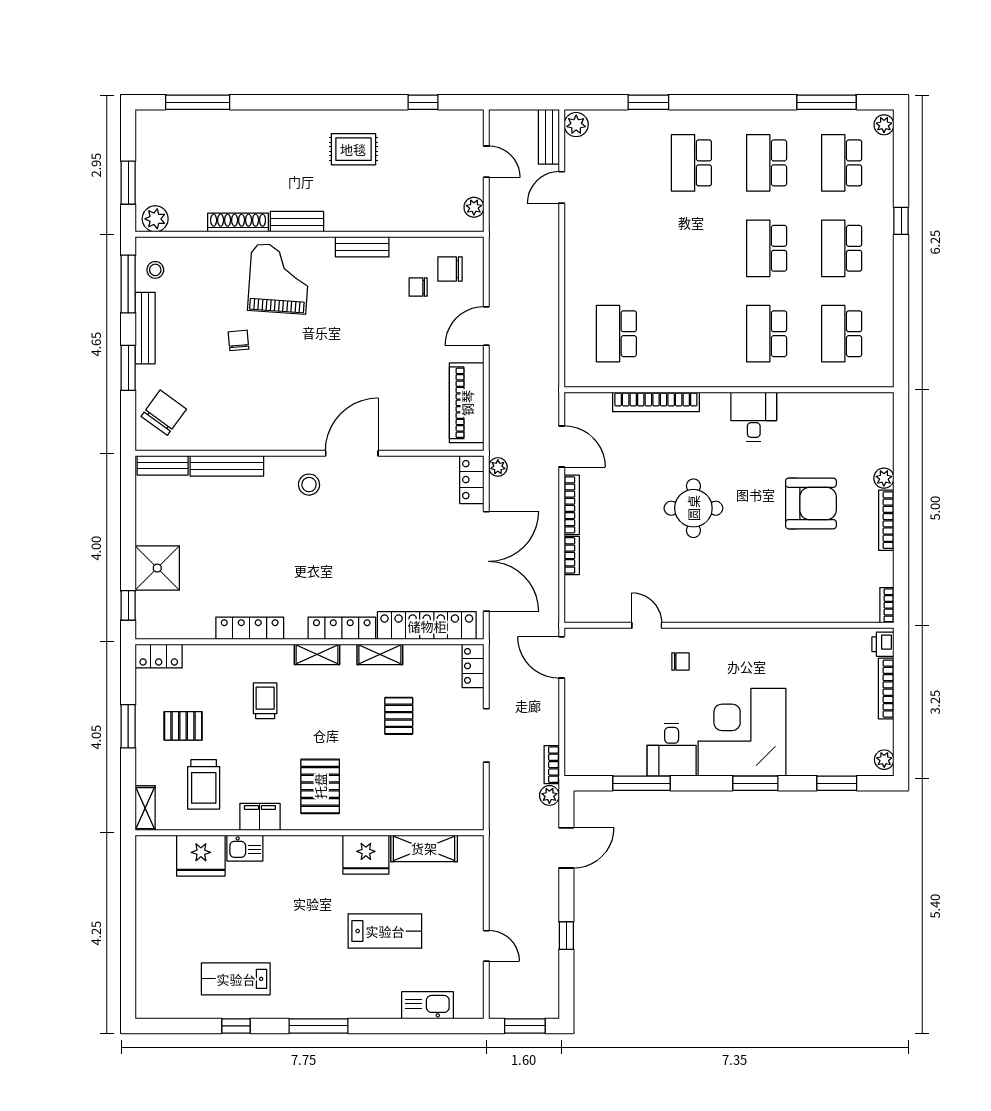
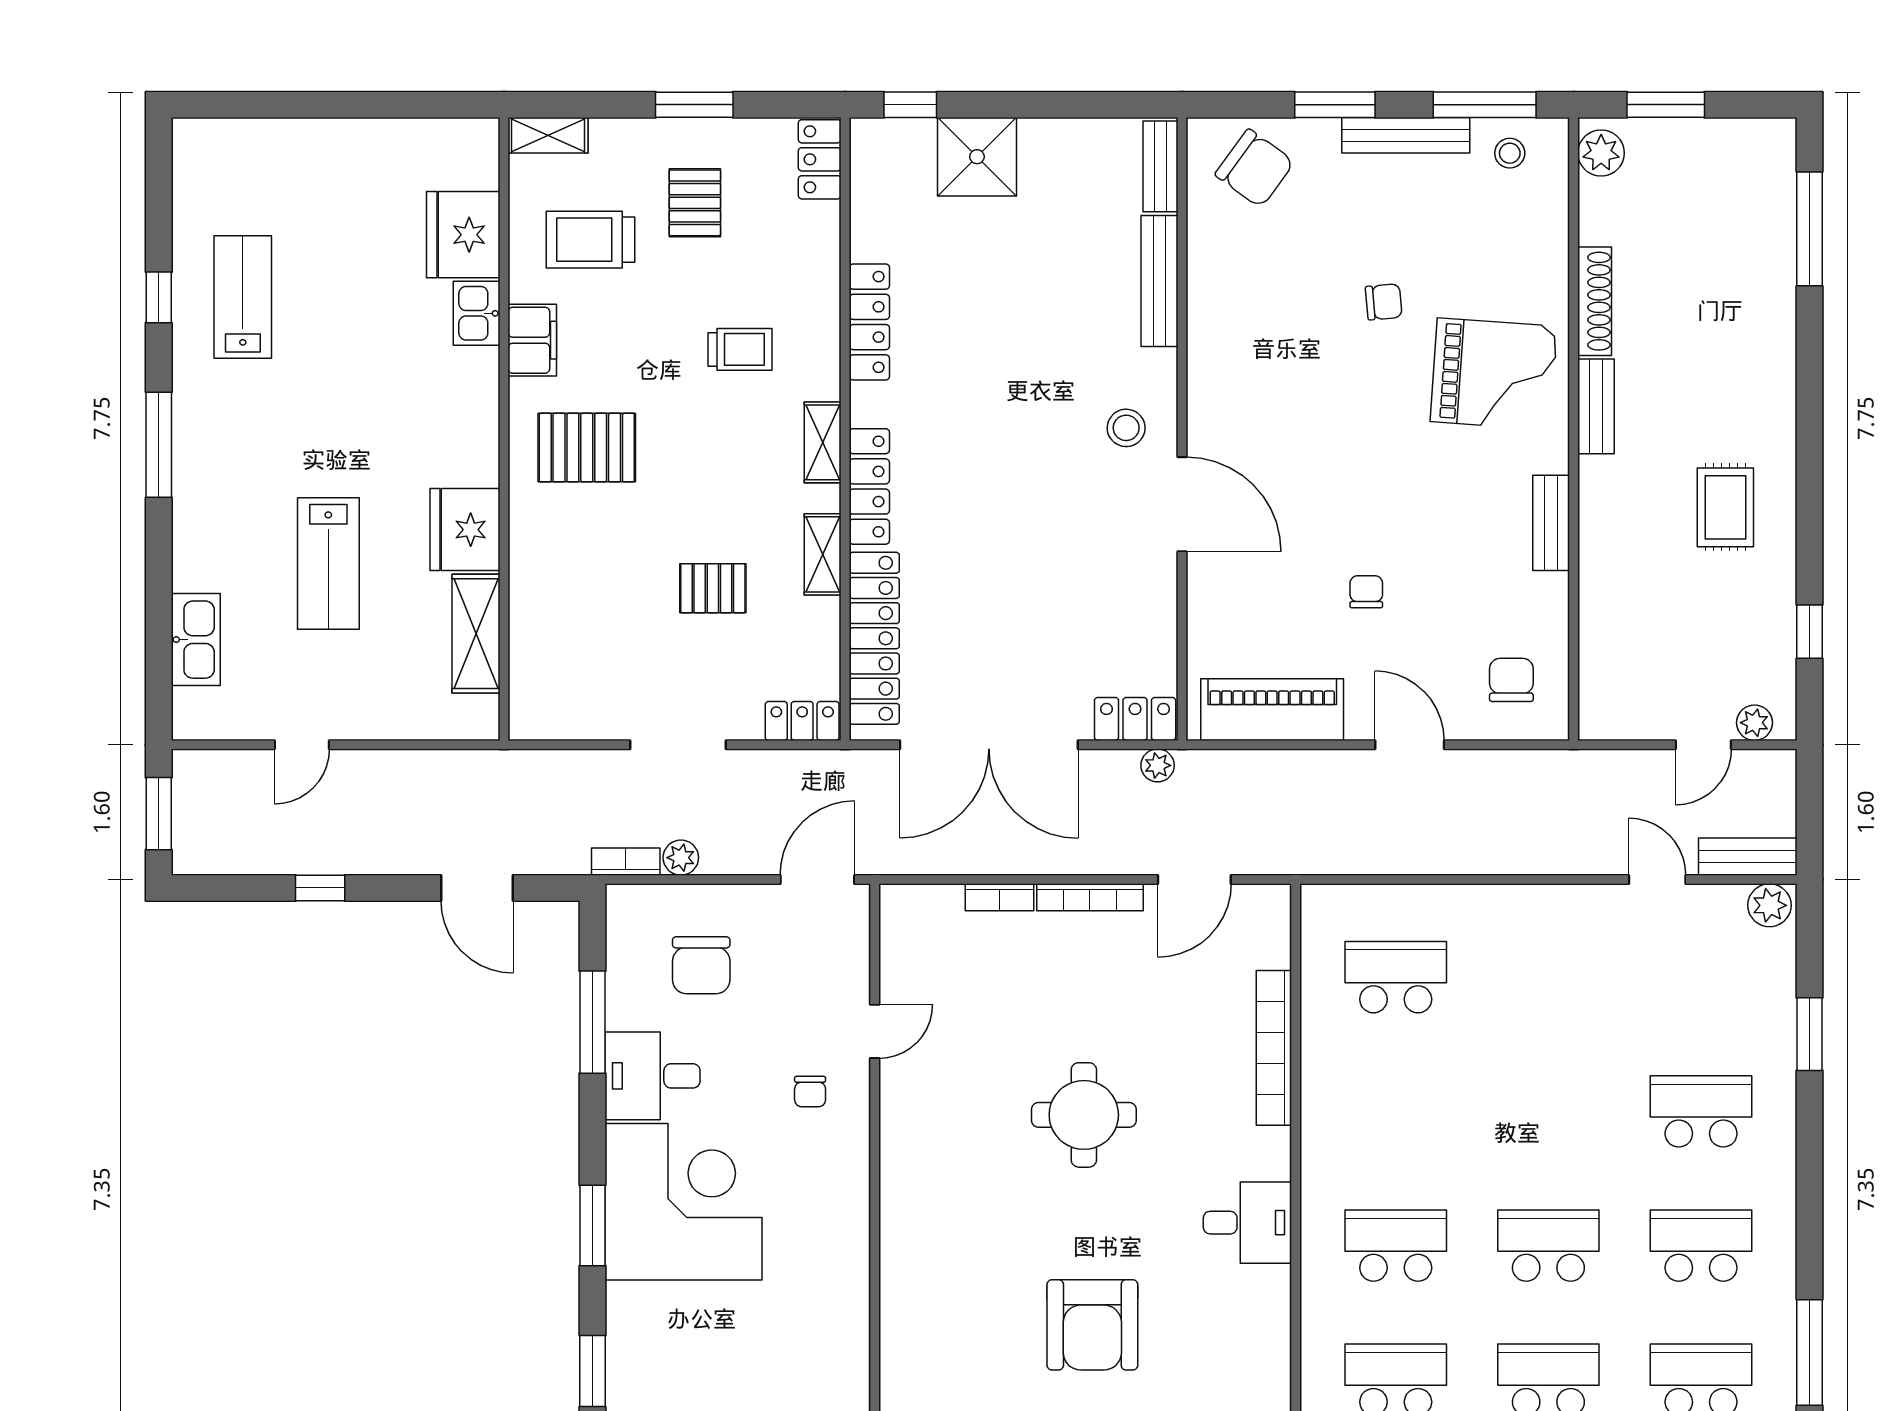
plant: (474, 207) -> (1754, 723), moved
chair: (418, 287) -> (1366, 592), moved
chair: (610, 722) -> (701, 965), added
plant: (549, 795) -> (681, 858), moved

